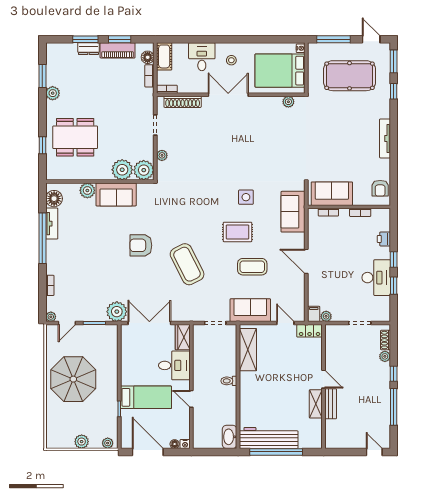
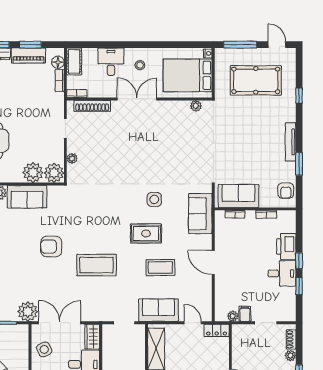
window: (394, 61) -> (299, 164), moved
printer: (384, 239) -> (286, 246), width x1.87, depth x1.48
coffee table: (187, 264) -> (97, 265), turned -63
desk: (376, 278) -> (282, 273), width x0.73
filing cabinet: (314, 314) -> (245, 314), moved
side table: (134, 350) -> (44, 349), added

